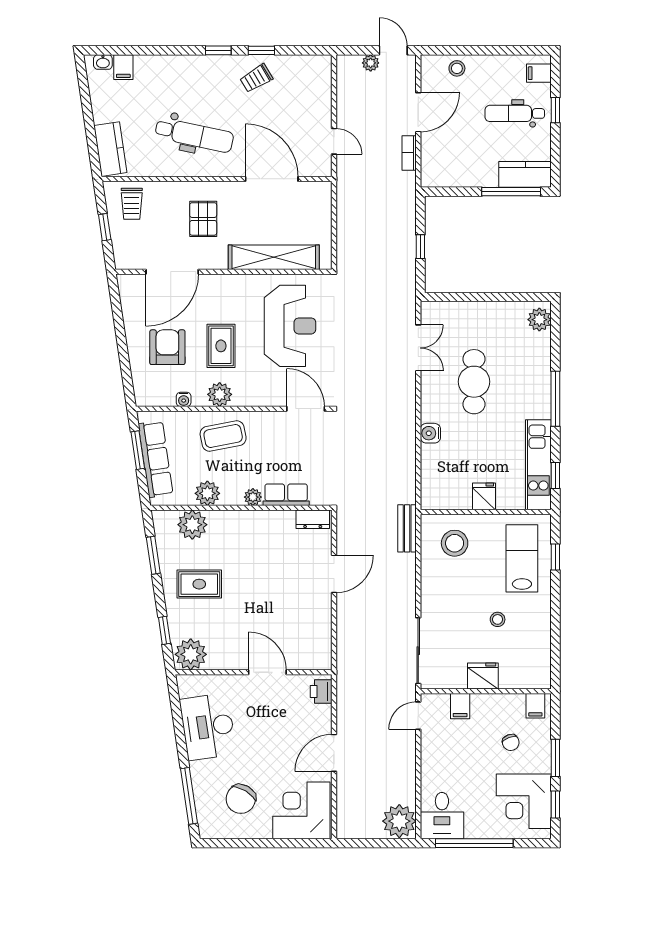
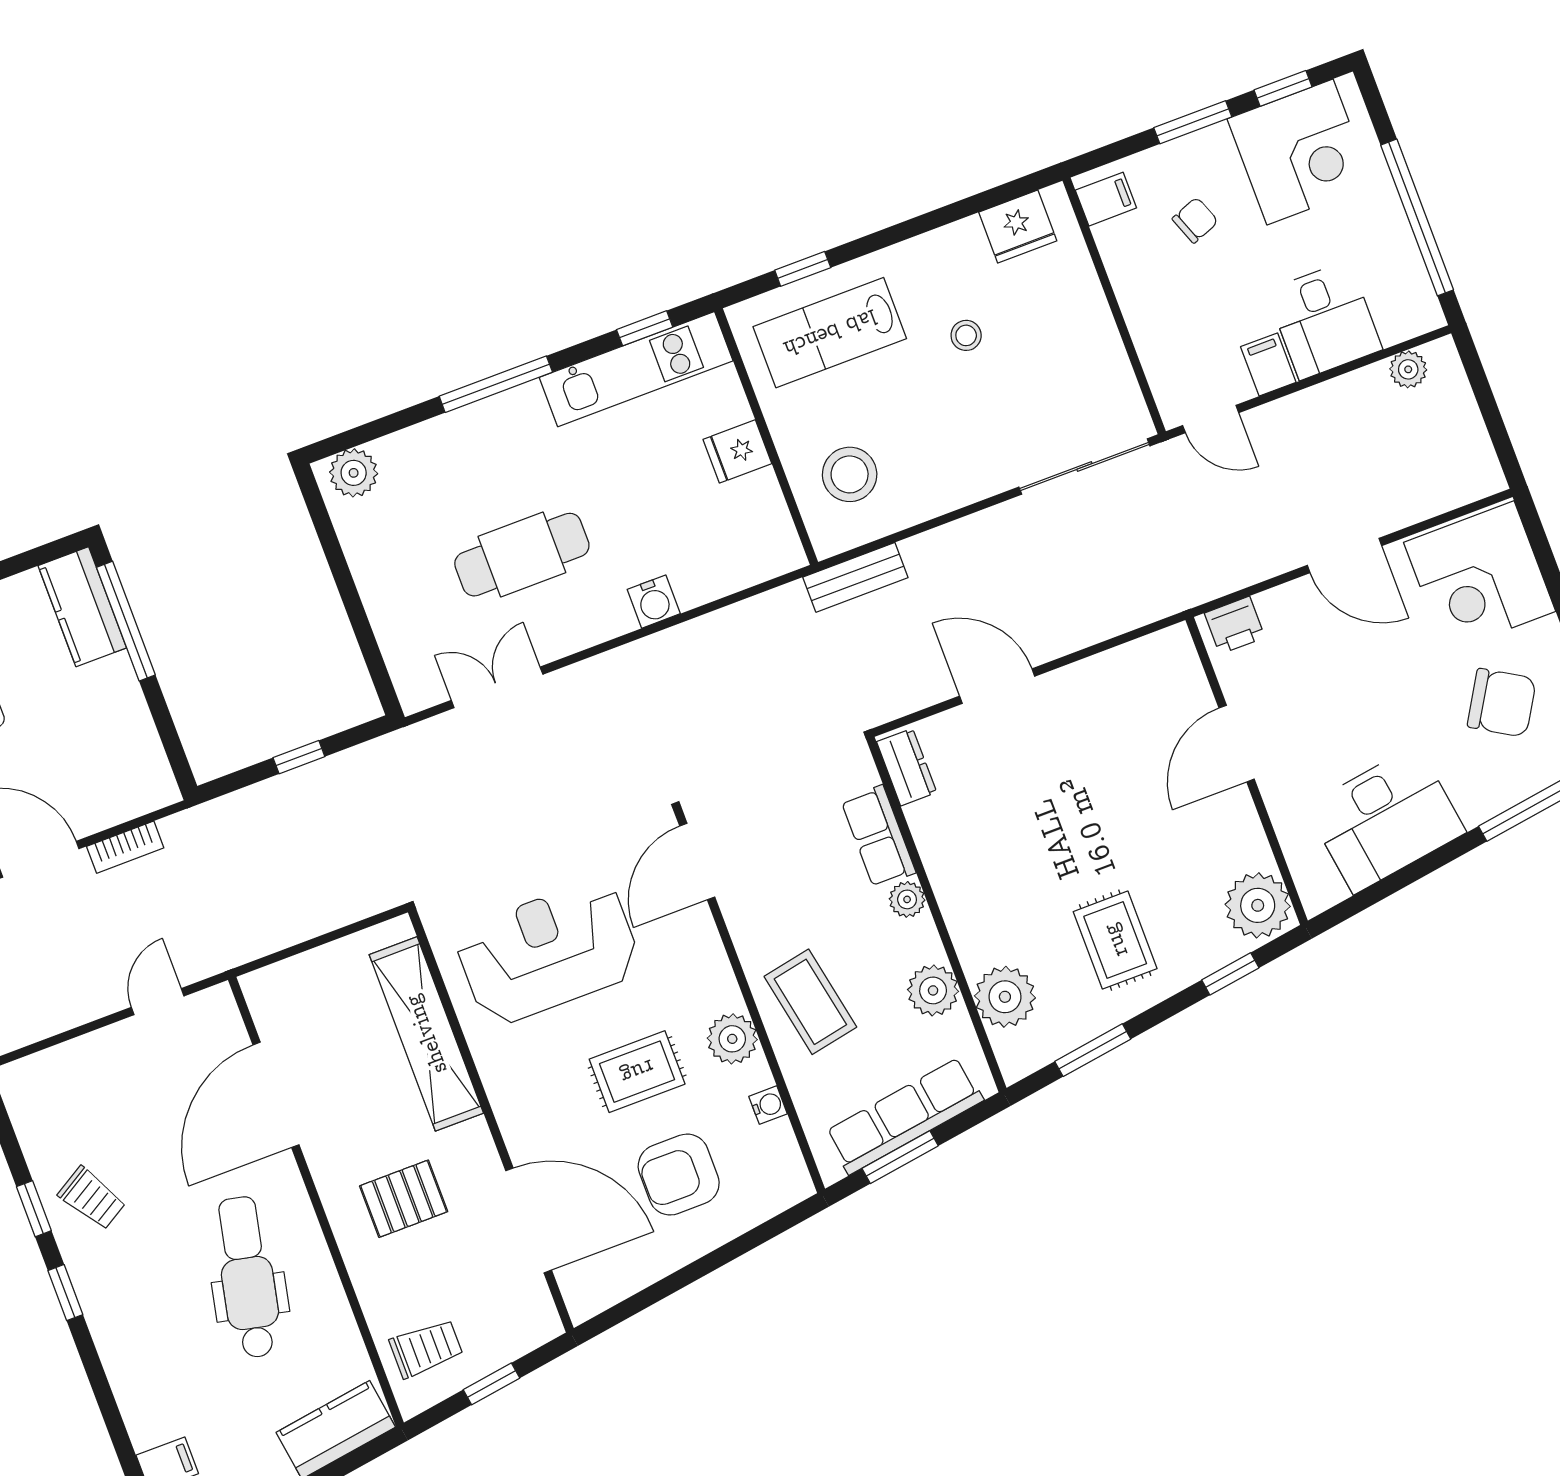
fridge: (483, 676) -> (1018, 227), moved, turned -90
filing cabinet: (460, 706) -> (1268, 365), moved, turned -90
desk: (442, 816) -> (1324, 320), moved, turned 90
plant: (399, 821) -> (1408, 369), width x0.53, depth x0.53

